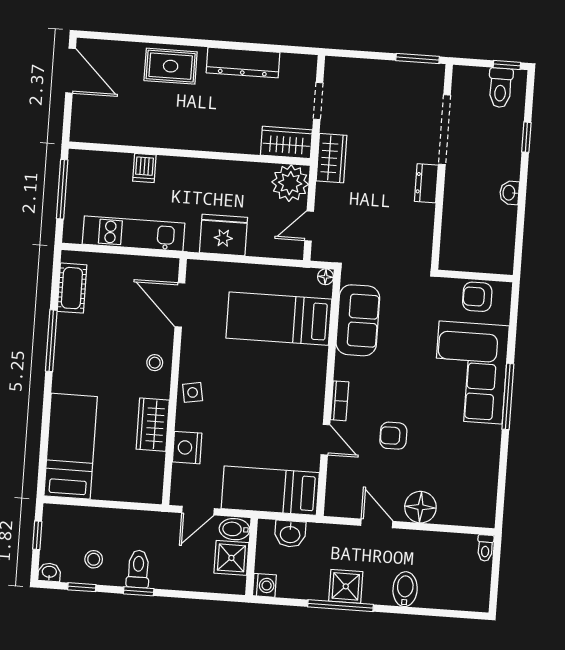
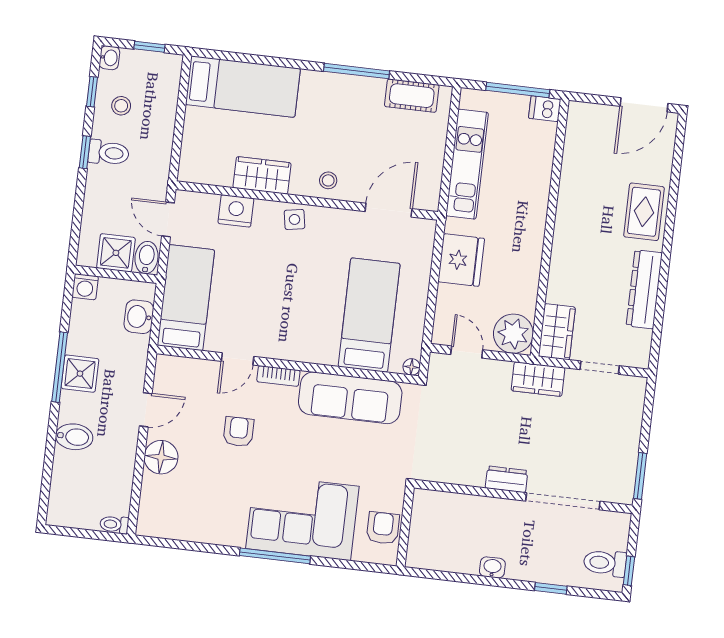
dishwasher: (144, 168) -> (545, 109), moved
sofa: (358, 320) -> (350, 398), width x1.36

